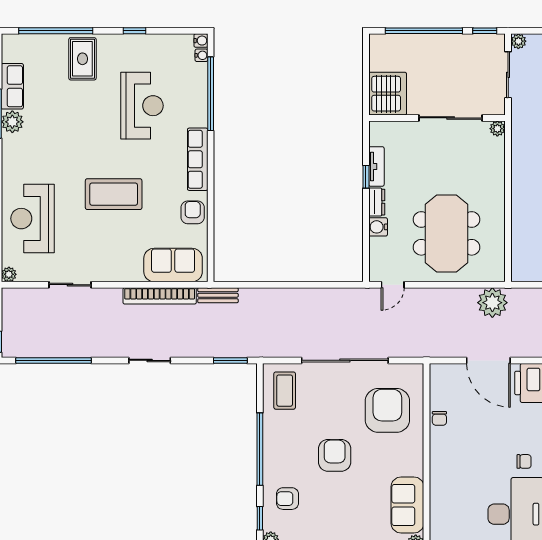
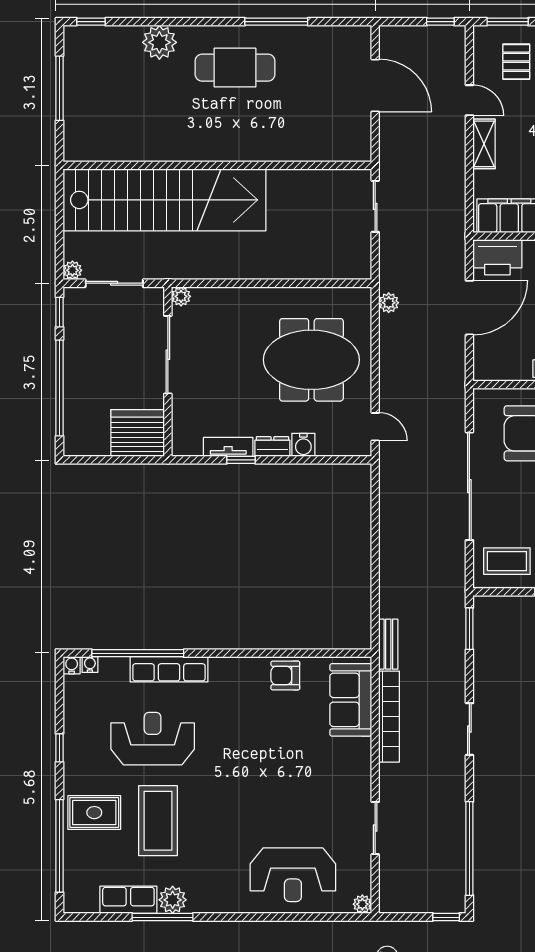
row of seats: (198, 159) -> (169, 669), moved
coffee table: (114, 194) -> (158, 821), moved
plant: (492, 303) -> (389, 303), width x0.53, depth x0.53

